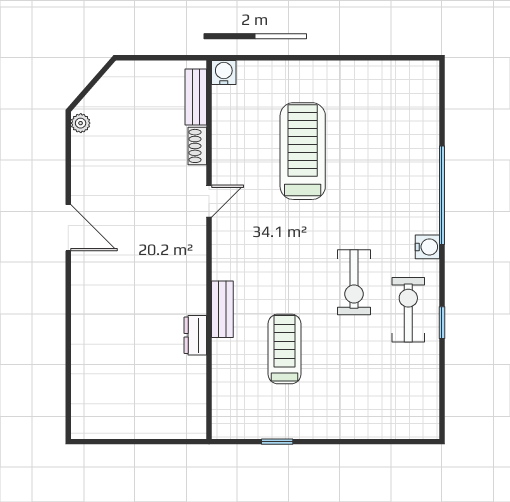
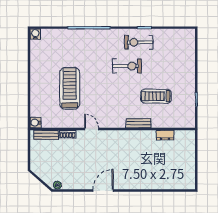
treadmill: (303, 151) -> (70, 88), turned 90
water cooler: (427, 247) -> (35, 34), moved
dresser: (195, 335) -> (165, 135), moved

